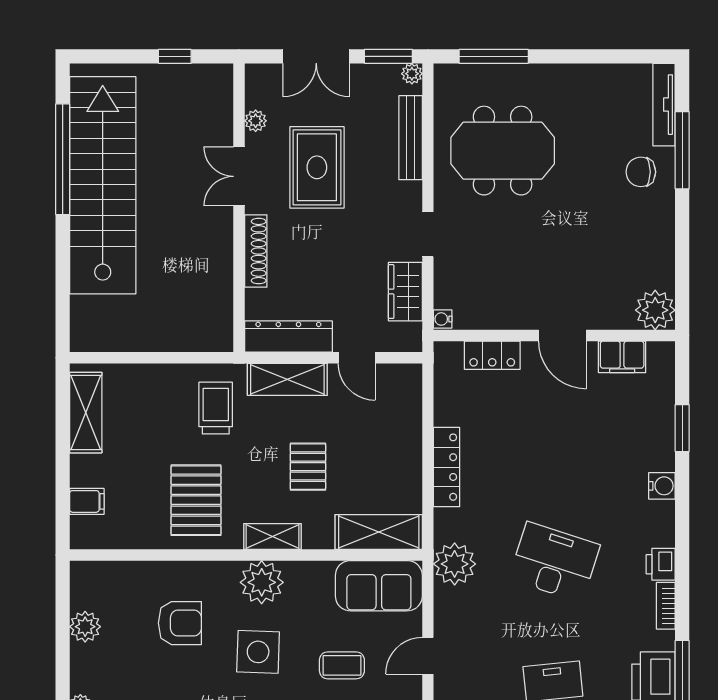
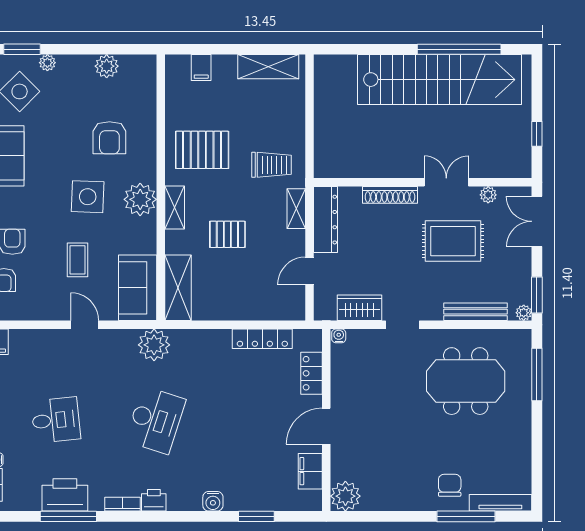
double door: (316, 56) -> (537, 221), moved
meeting table: (503, 151) -> (466, 381), turned 90
shelving: (287, 379) -> (296, 209), width x0.67, depth x0.75
locker: (447, 467) -> (262, 339), moved

